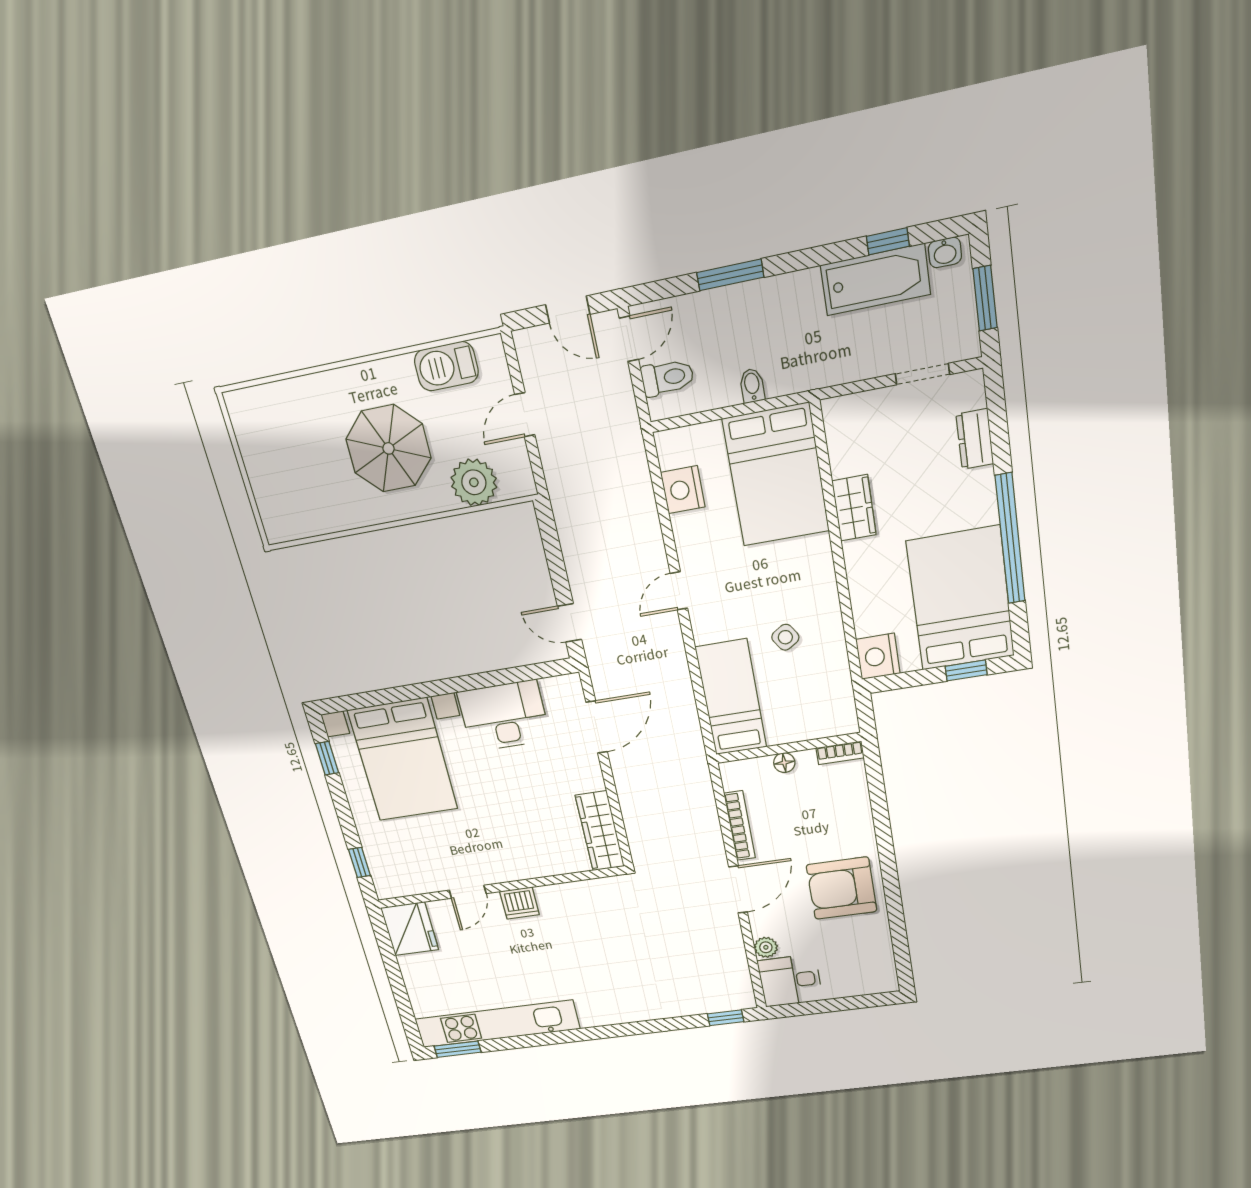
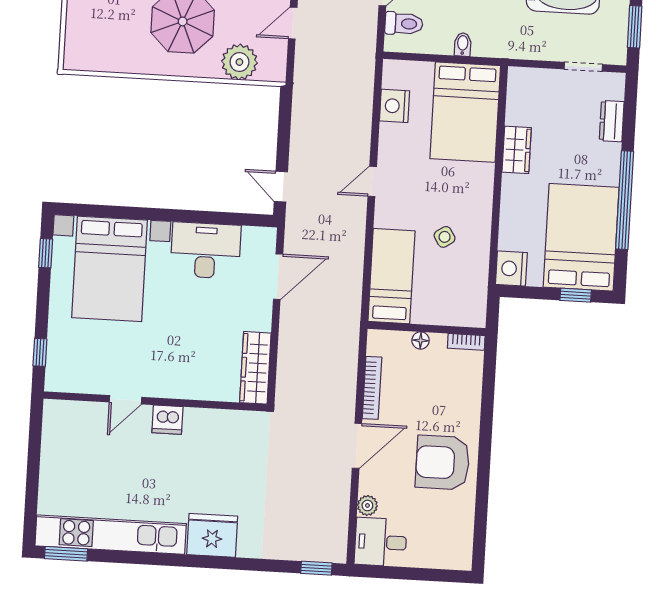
fridge: (410, 929) -> (212, 535), moved, turned -90

